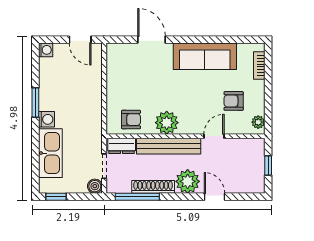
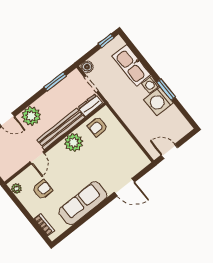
washing machine: (46, 50) -> (159, 101), moved, width x1.89, depth x1.89
shoe rack: (153, 187) -> (50, 95), removed
window: (137, 197) -> (55, 81), width x0.69

